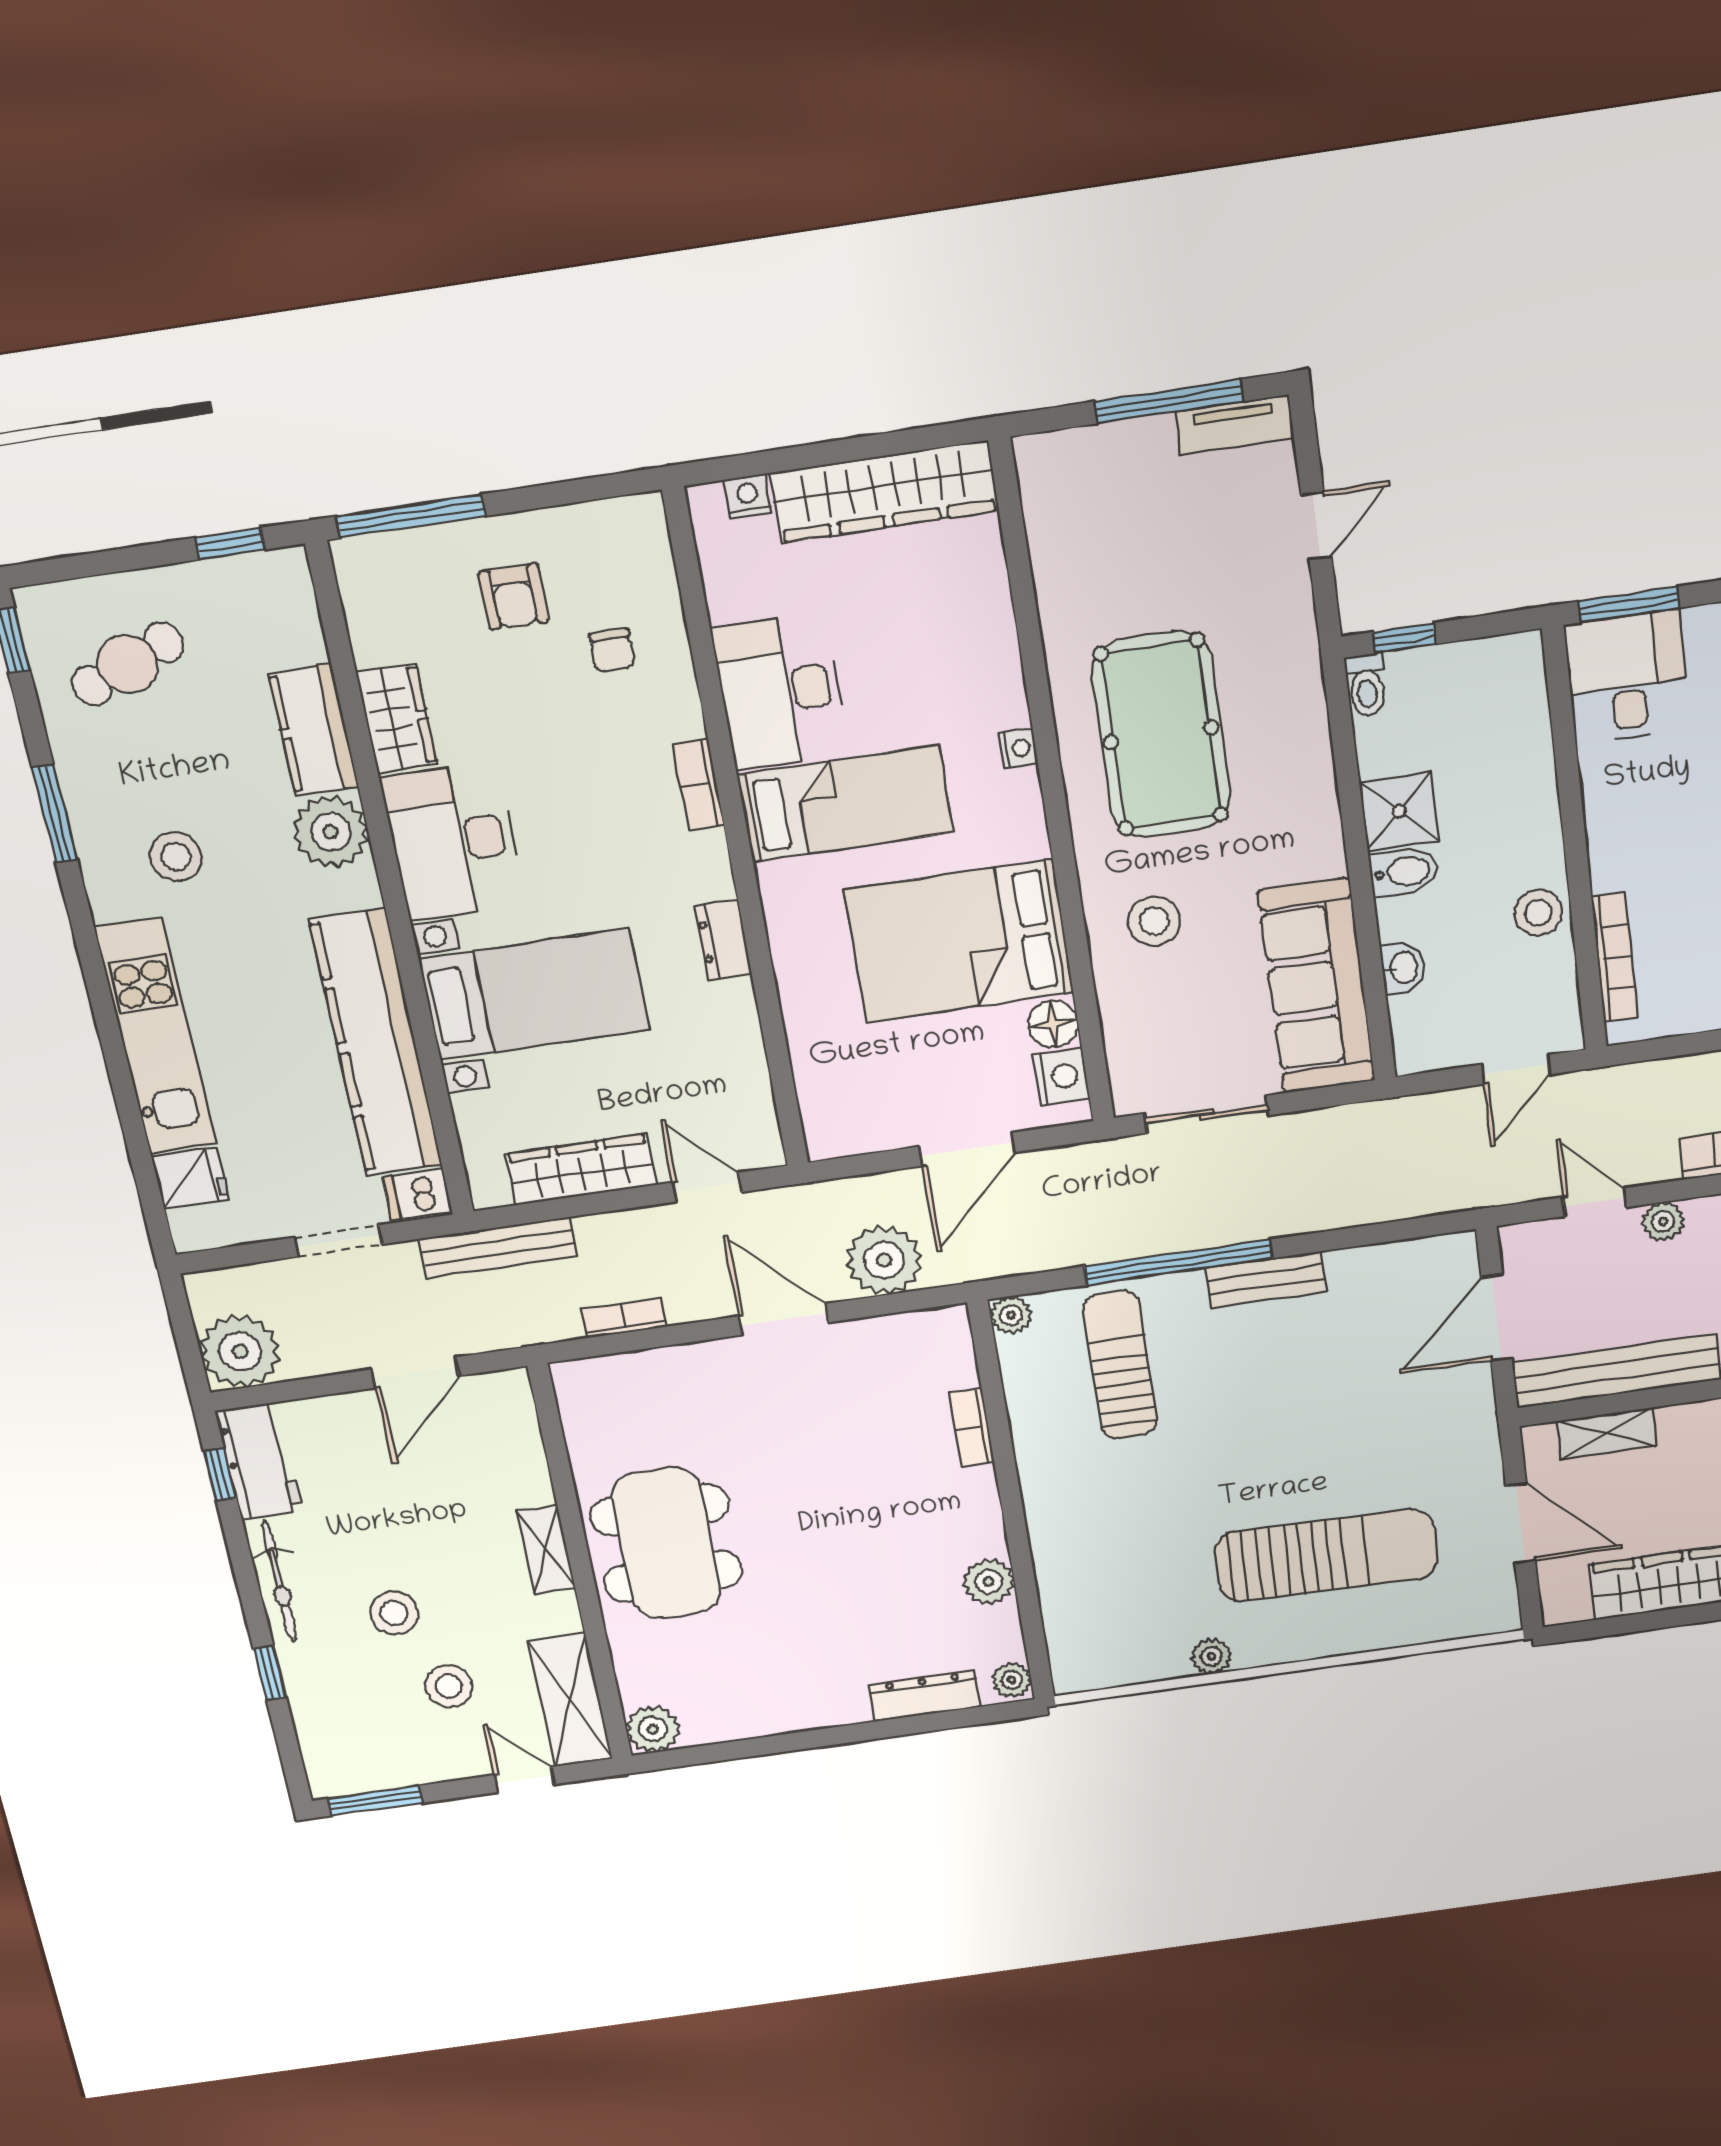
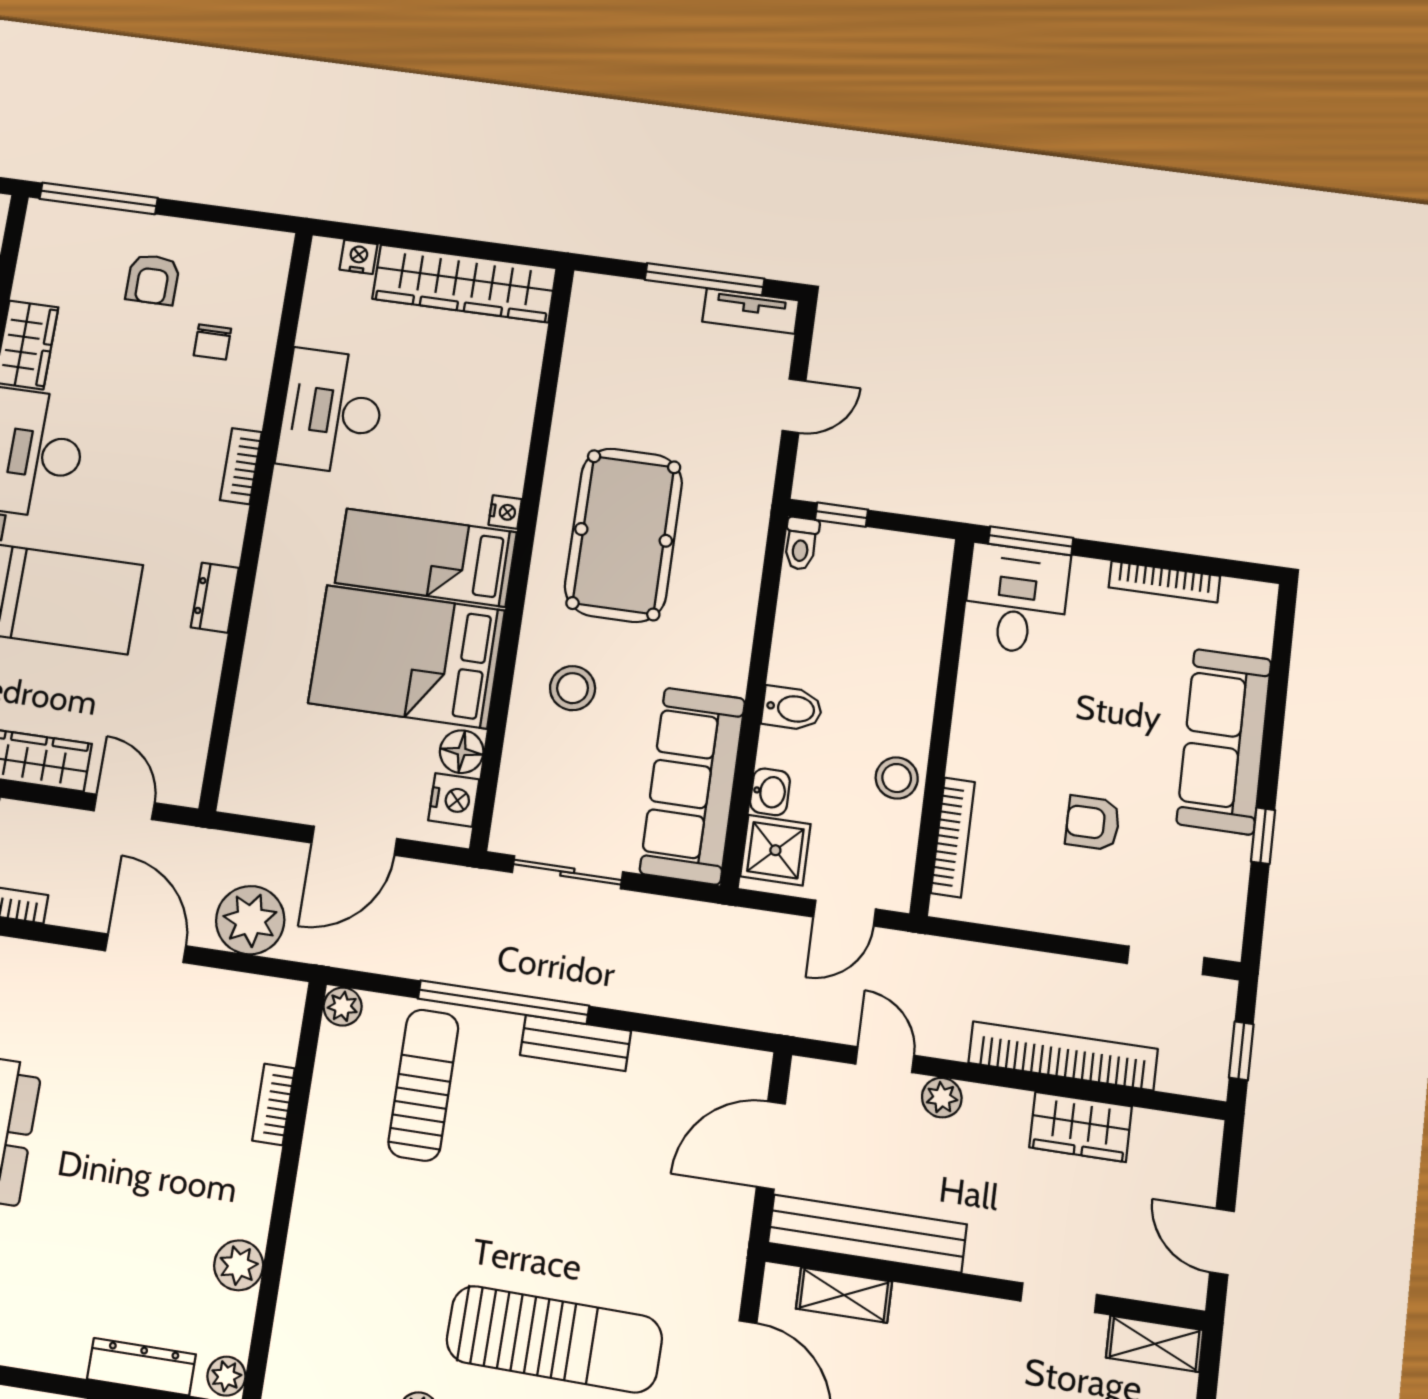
bed: (845, 804) -> (426, 558), moved, turned 180
shower: (1399, 811) -> (775, 850), moved

